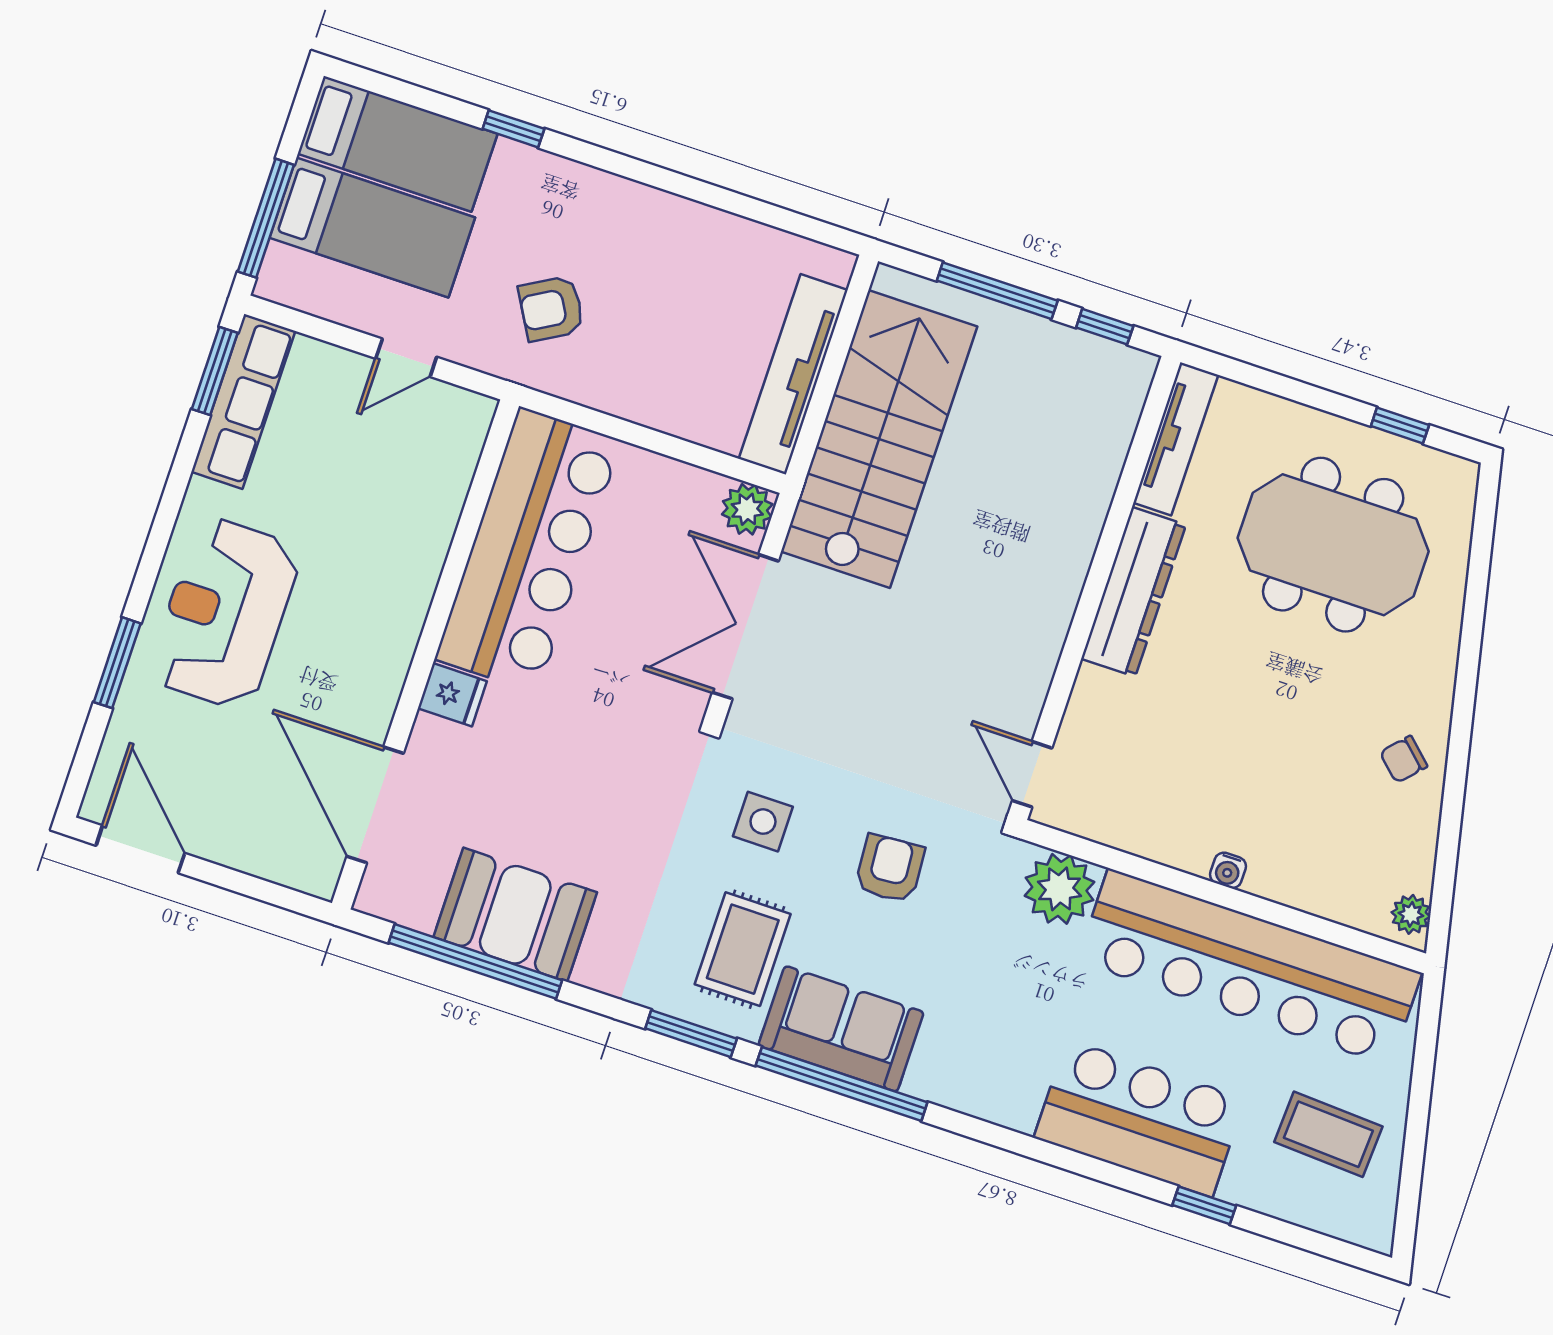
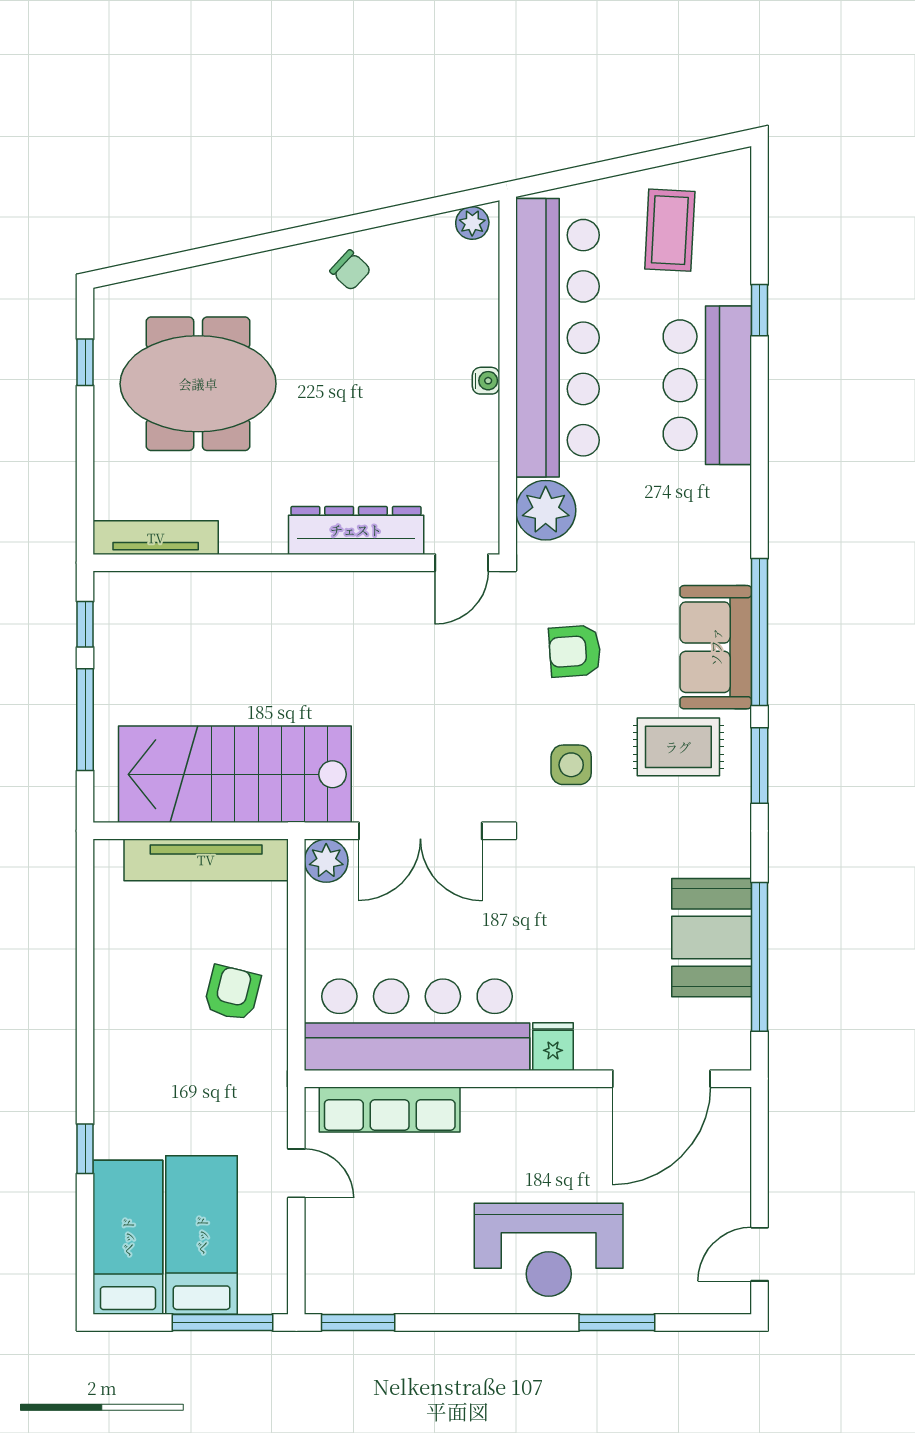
armchair: (551, 309) -> (232, 993), moved, turned -136
row of seats: (243, 401) -> (390, 1110), moved, turned 180
meeting table: (1333, 545) -> (198, 384), turned 90
dresser: (1134, 592) -> (356, 530), moved
door: (140, 849) -> (760, 1254), width x0.73

